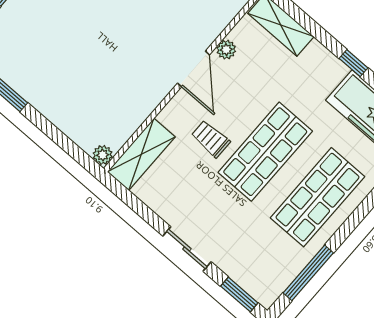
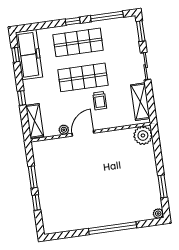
window: (354, 63) -> (22, 98), moved
shelving: (141, 154) -> (140, 102), moved, turned 90
plant: (103, 155) -> (143, 135), width x1.87, depth x1.87
window: (353, 222) -> (73, 21), added

